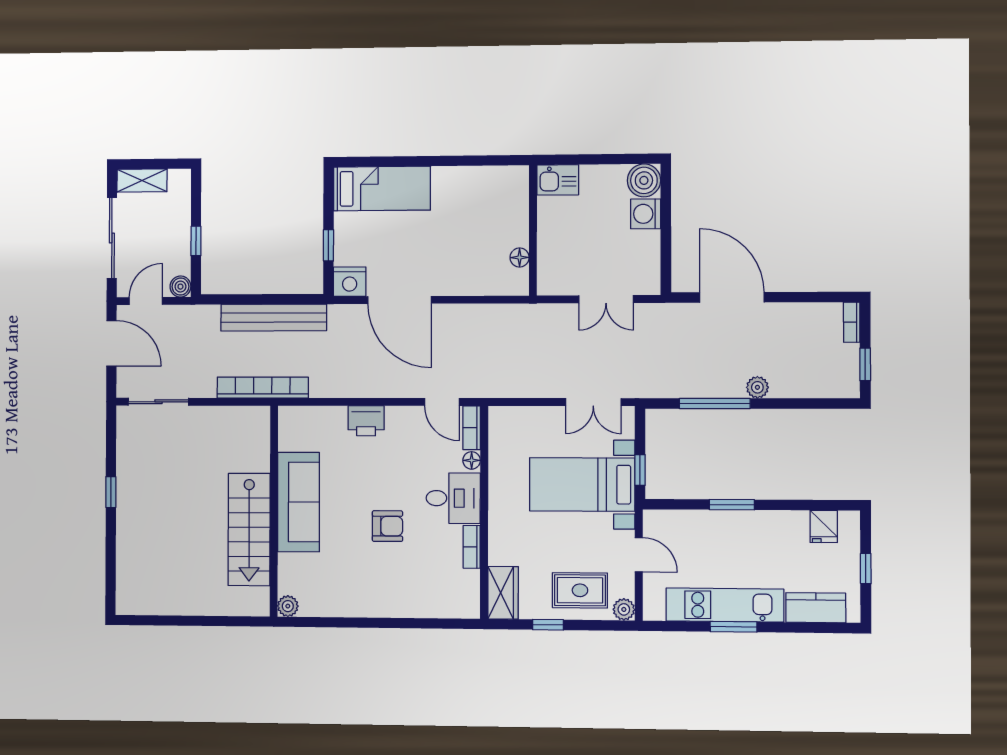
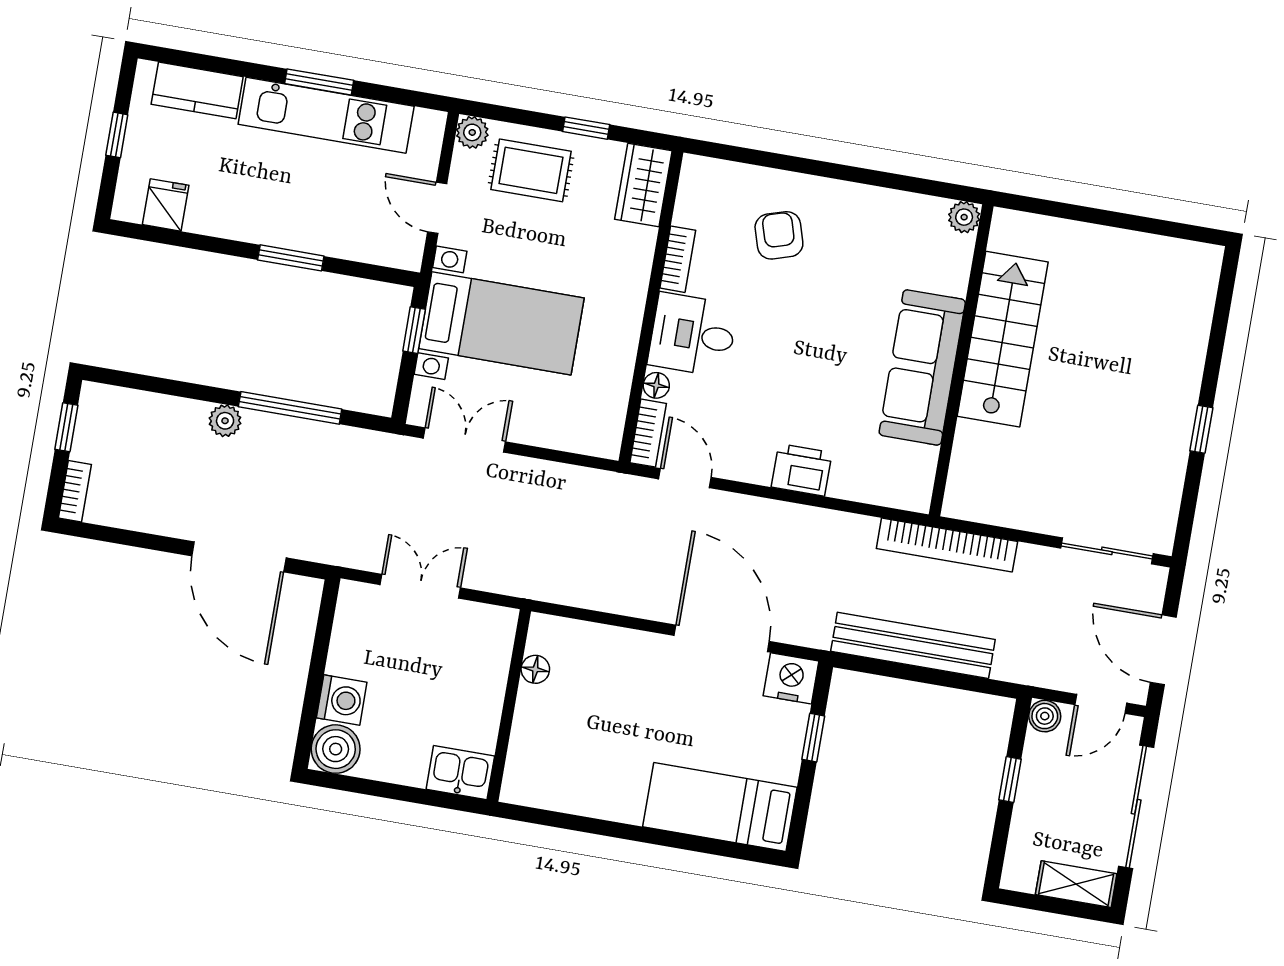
armchair: (387, 526) -> (779, 235), moved, turned 73

